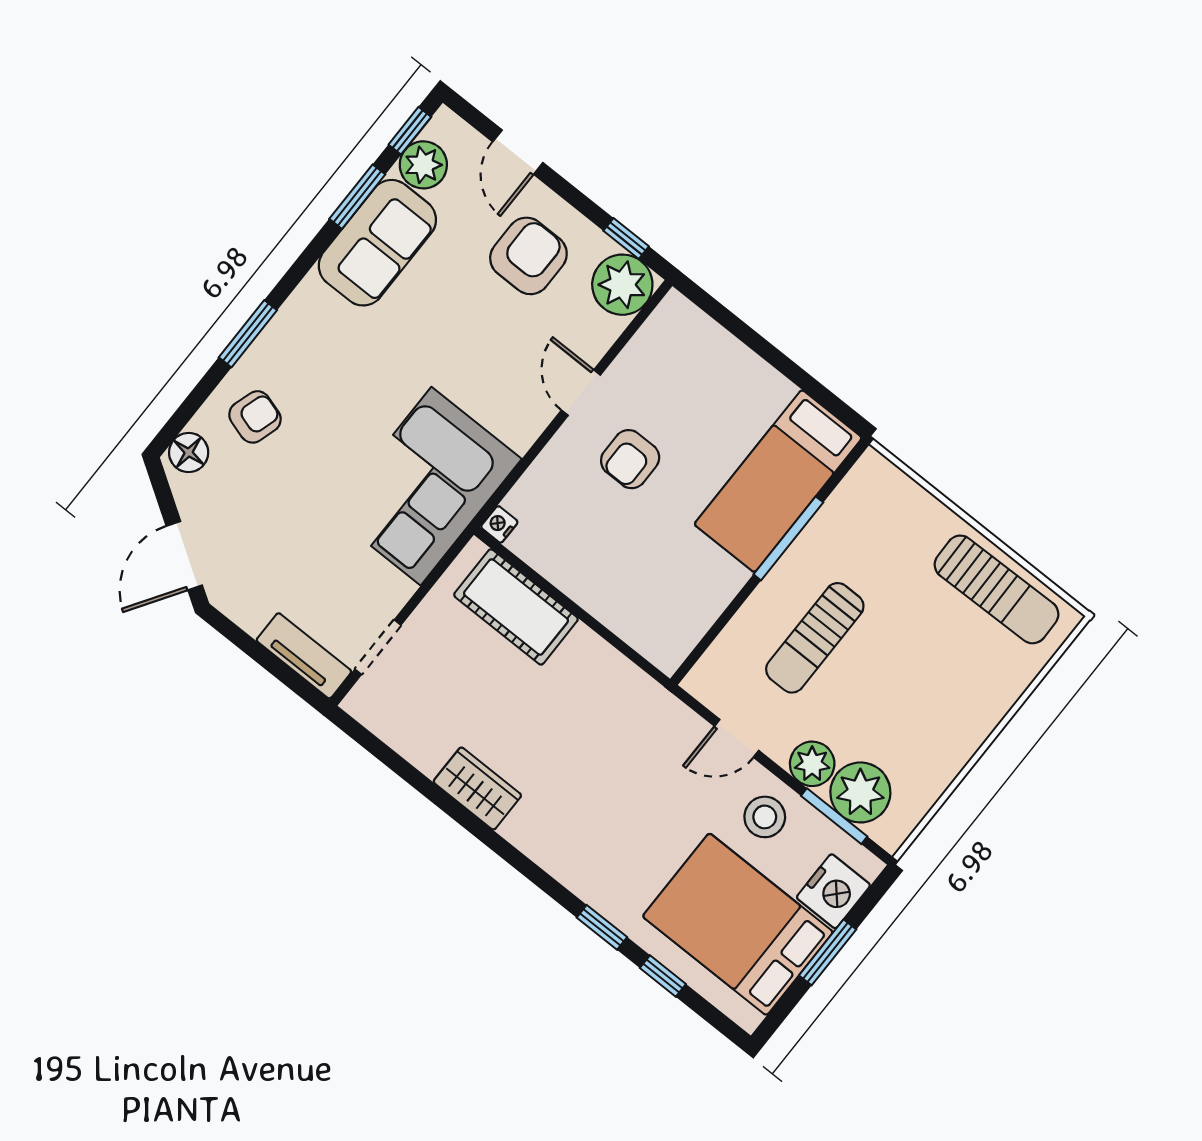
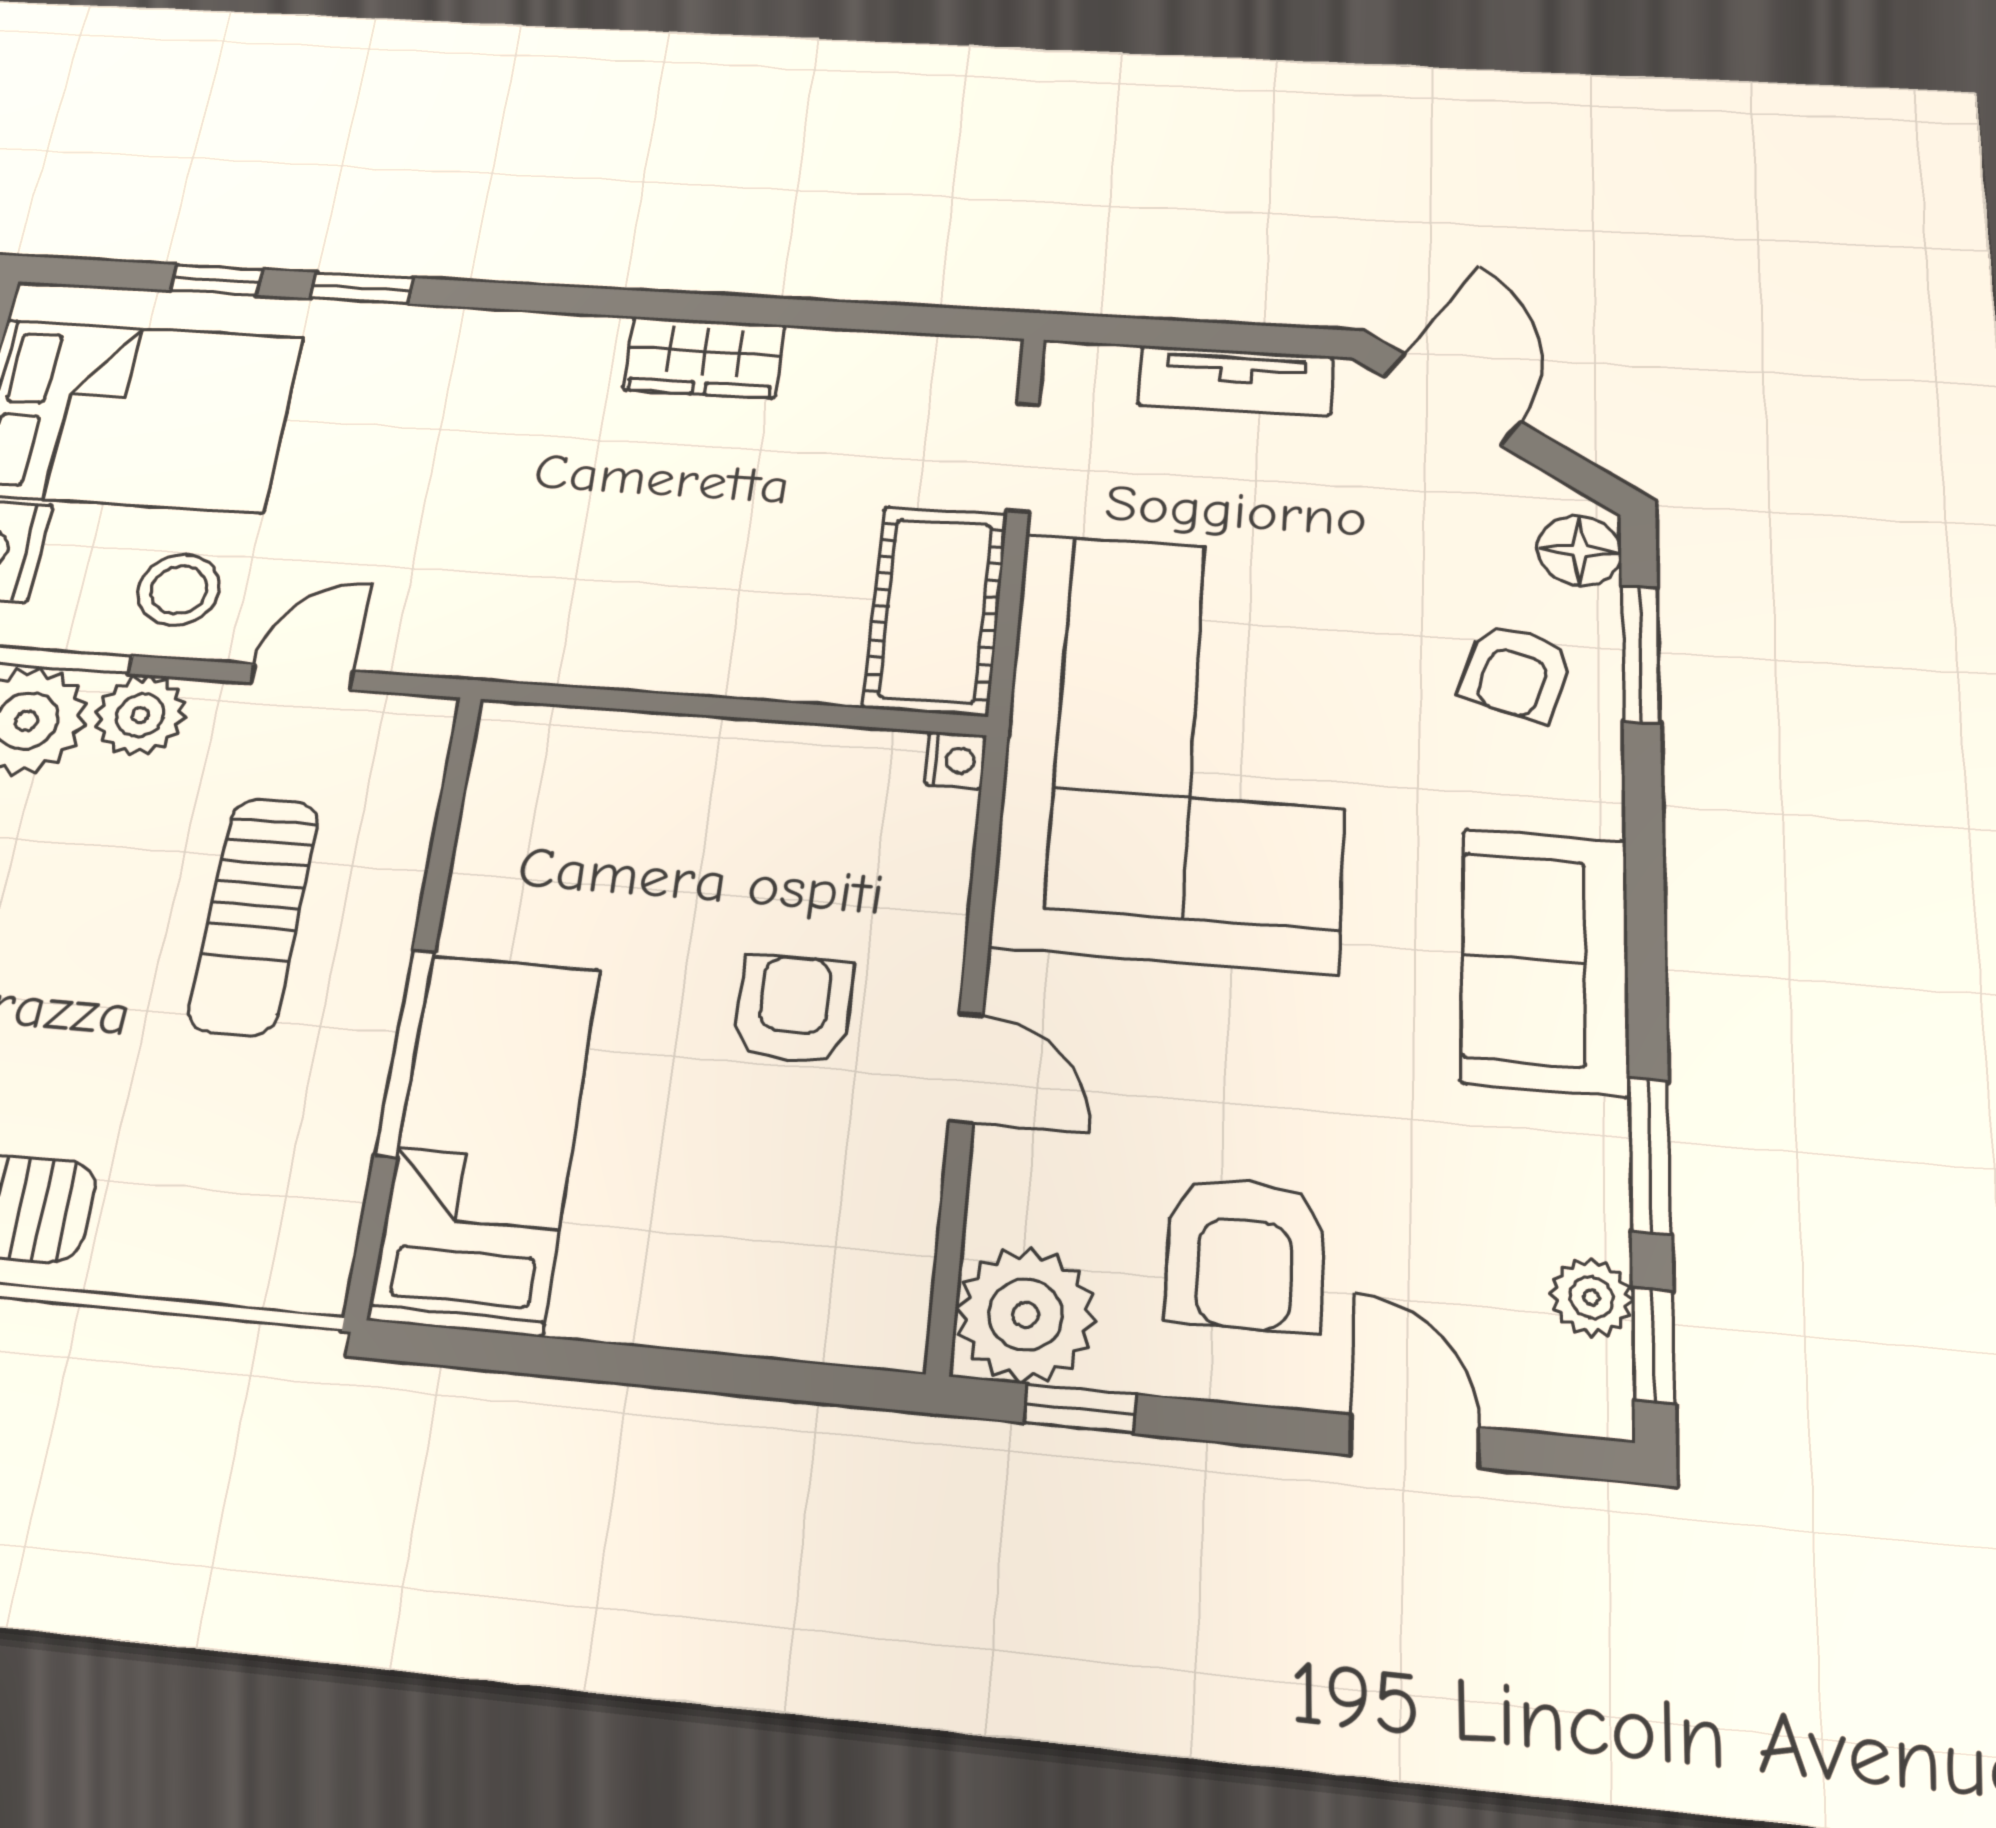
plant: (423, 165) -> (1591, 1297), width x0.73, depth x0.73
sofa: (377, 243) -> (1545, 960), moved
window: (248, 334) -> (1641, 654), moved
corner sofa: (426, 486) -> (1176, 746), width x1.36, depth x1.36
cot: (516, 607) -> (936, 610), moved, turned 90
sun lounger: (815, 638) -> (254, 915), turned 180
tv unit: (304, 656) -> (1236, 381), moved

